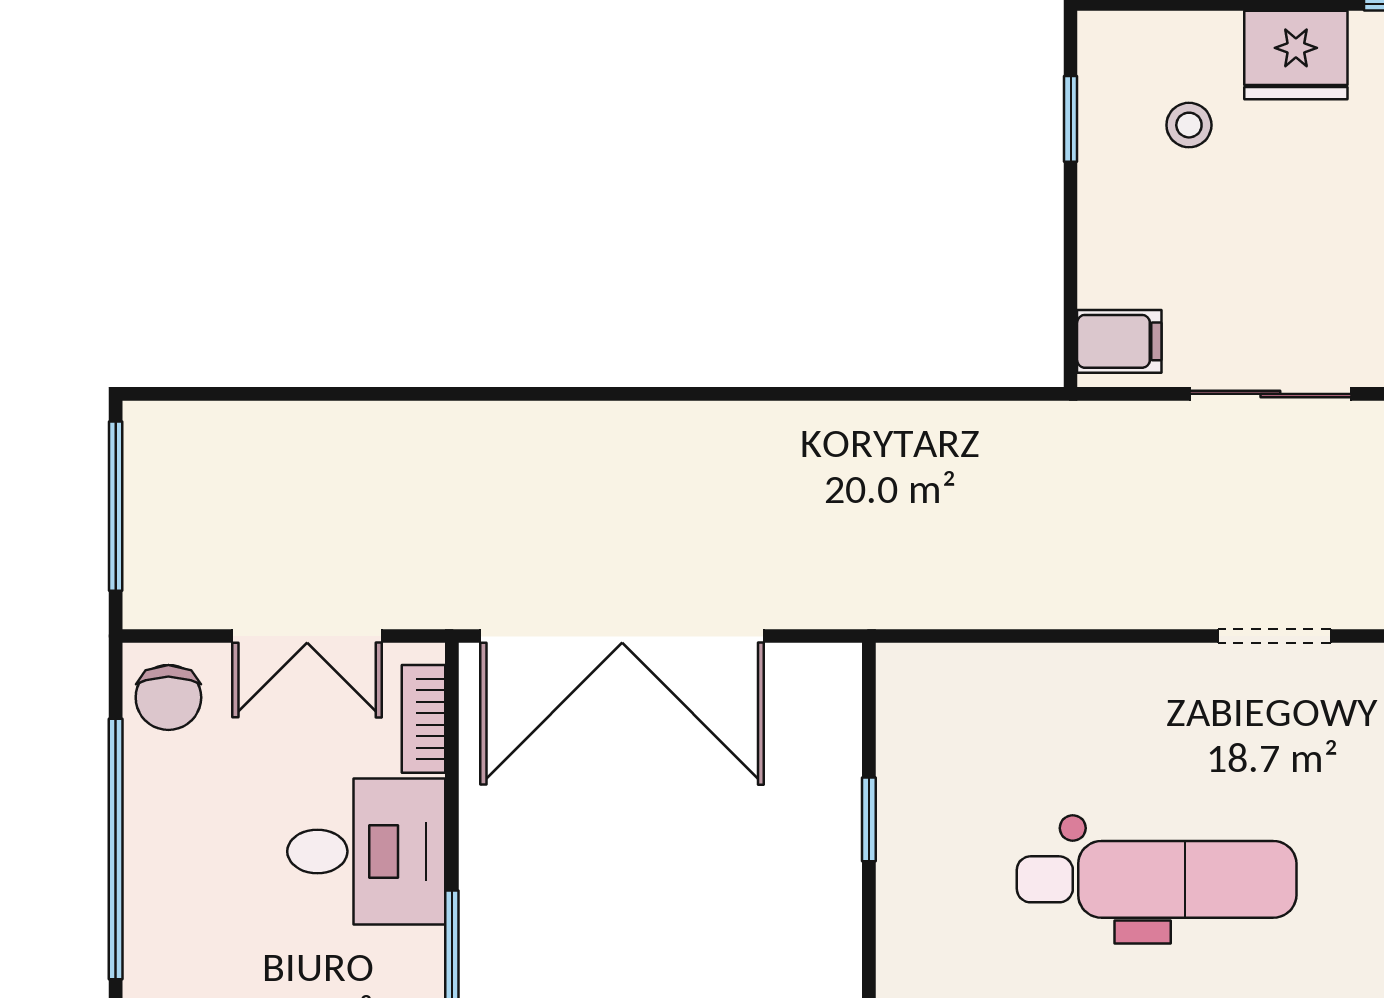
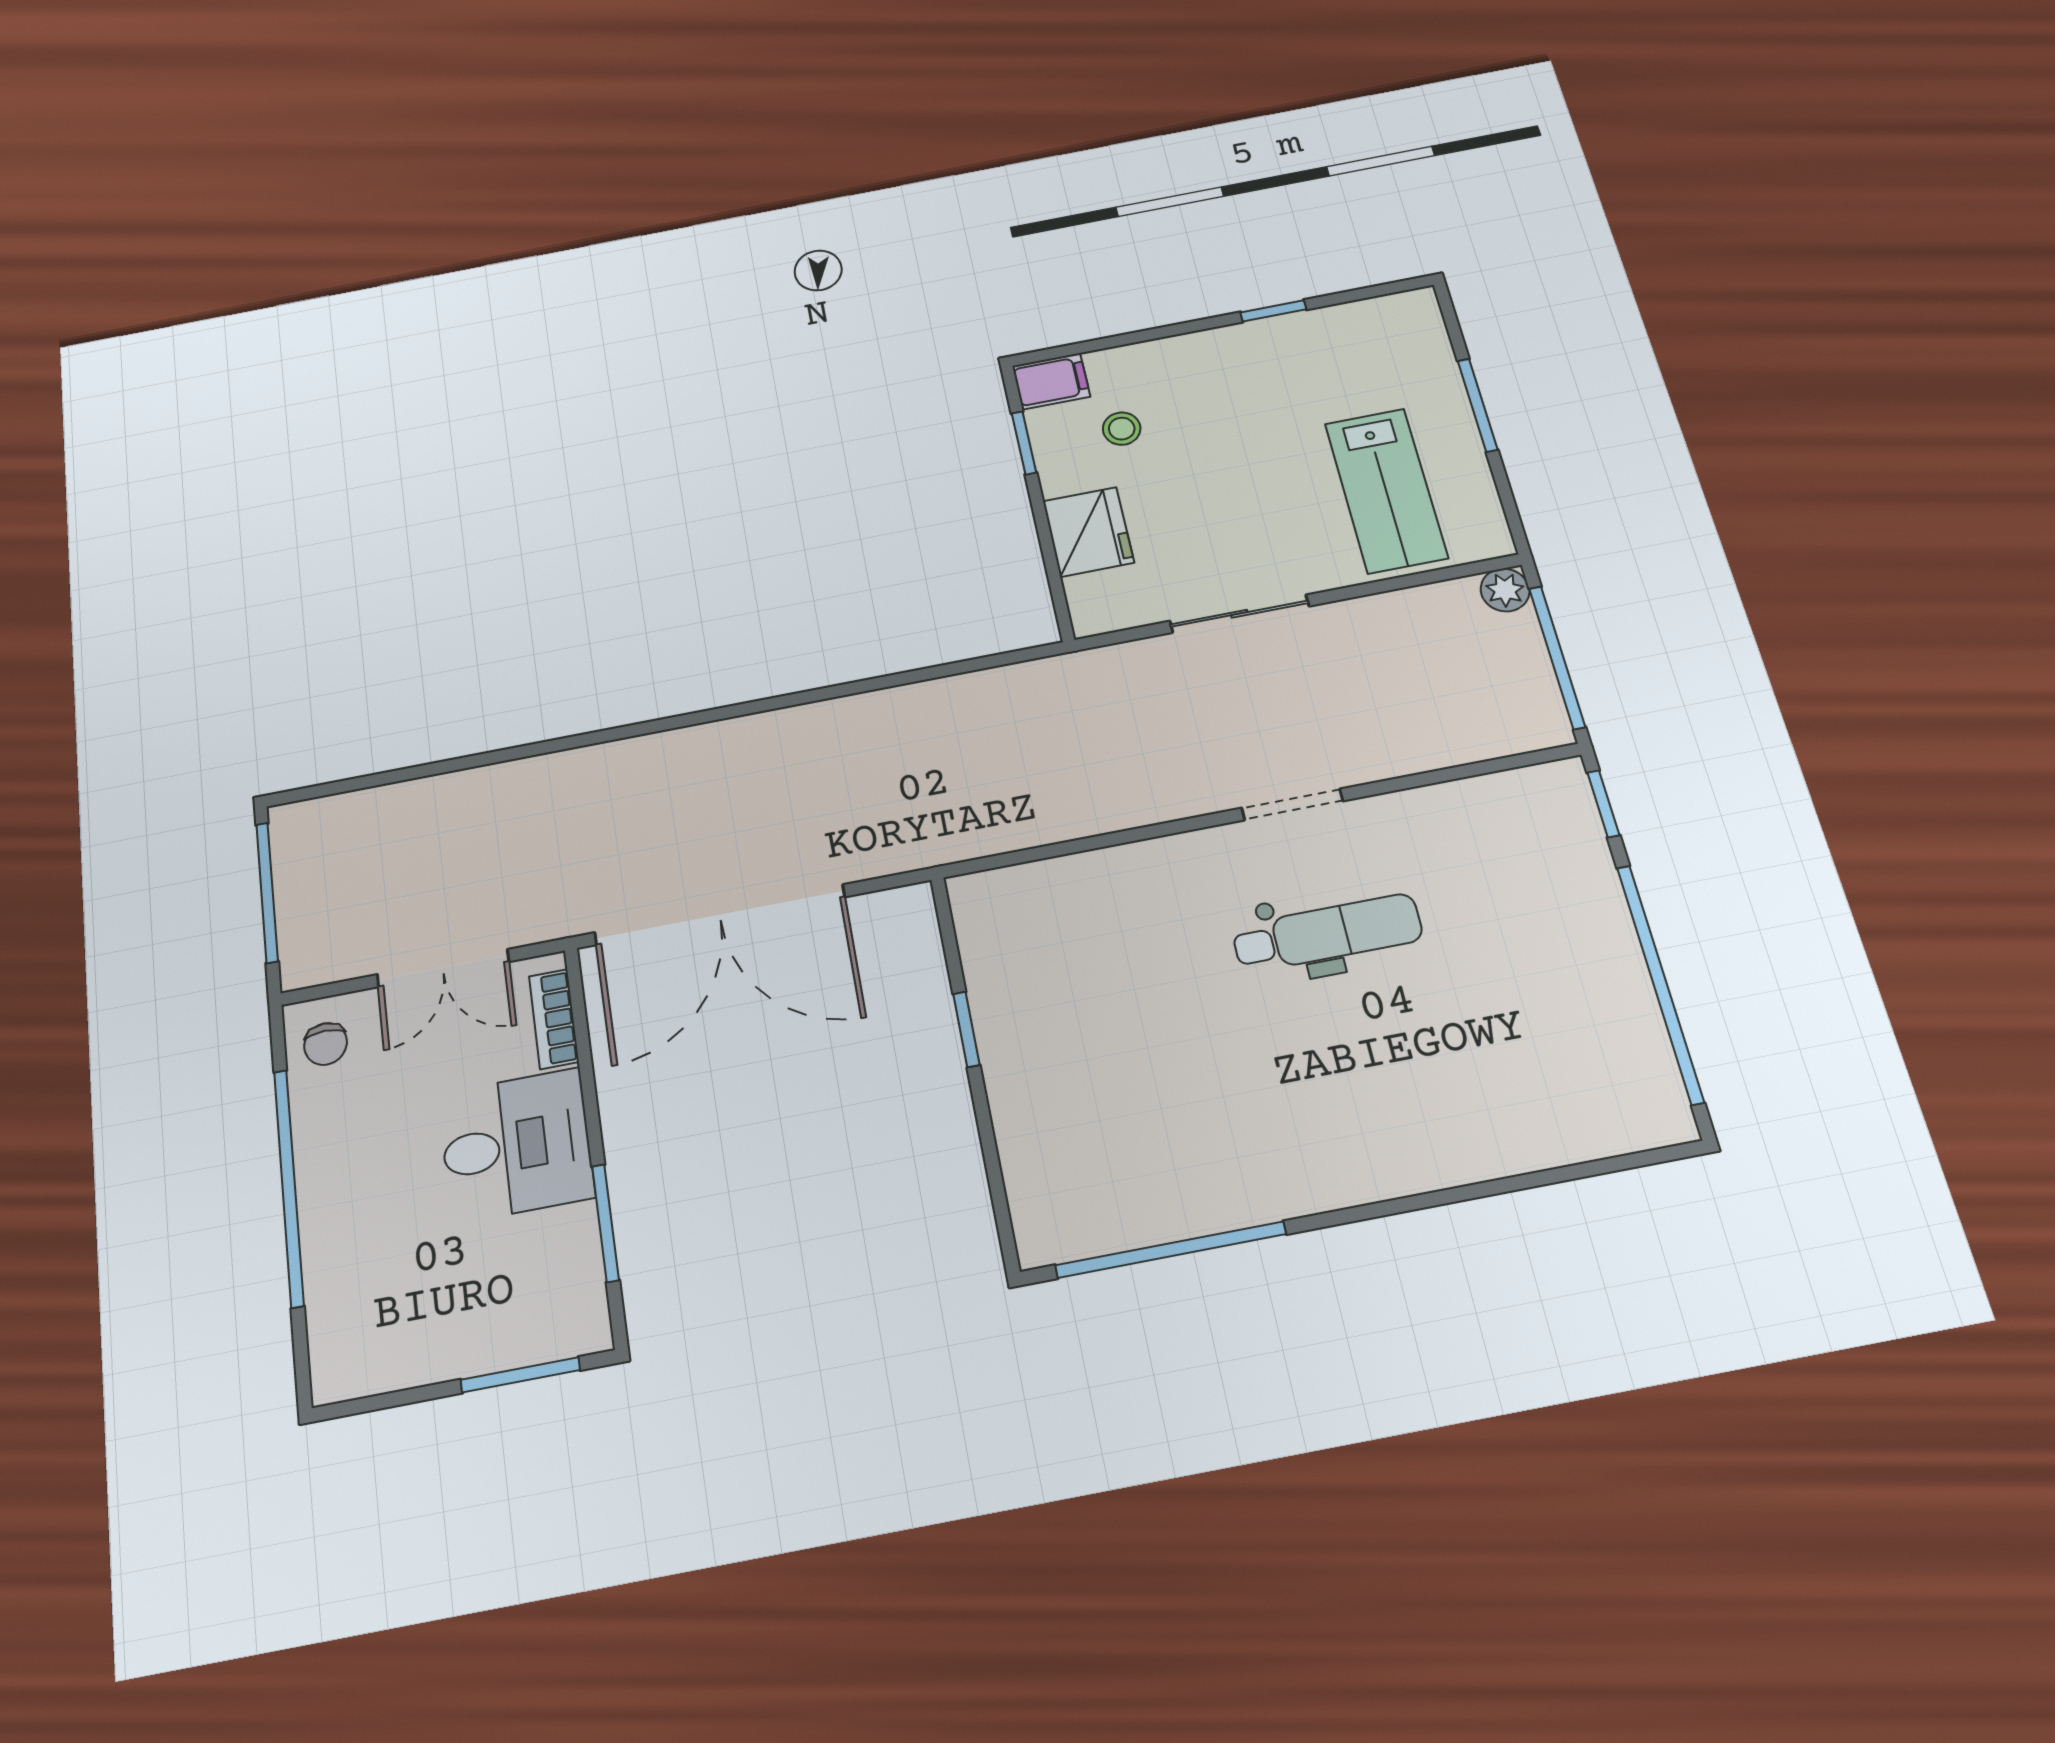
fridge: (1296, 55) -> (1088, 532), moved, turned -90
filing cabinet: (1119, 341) -> (1051, 381), moved
chair: (168, 697) -> (326, 1044), width x0.73, depth x0.73
dental chair: (1157, 879) -> (1327, 933), moved, width x0.73, depth x0.72

